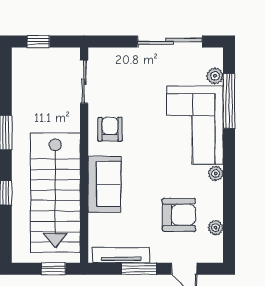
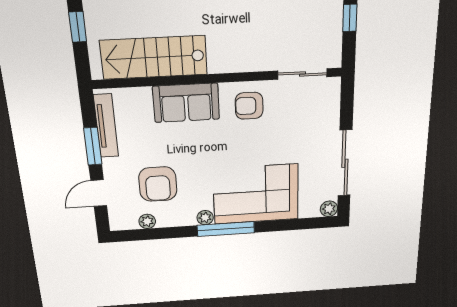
plant: (215, 76) -> (329, 209), moved
window: (229, 101) -> (226, 229), moved
armchair: (110, 129) -> (249, 106), turned 180
stairs: (55, 193) -> (154, 58), width x0.73, depth x0.66
window: (53, 269) -> (78, 27), moved

